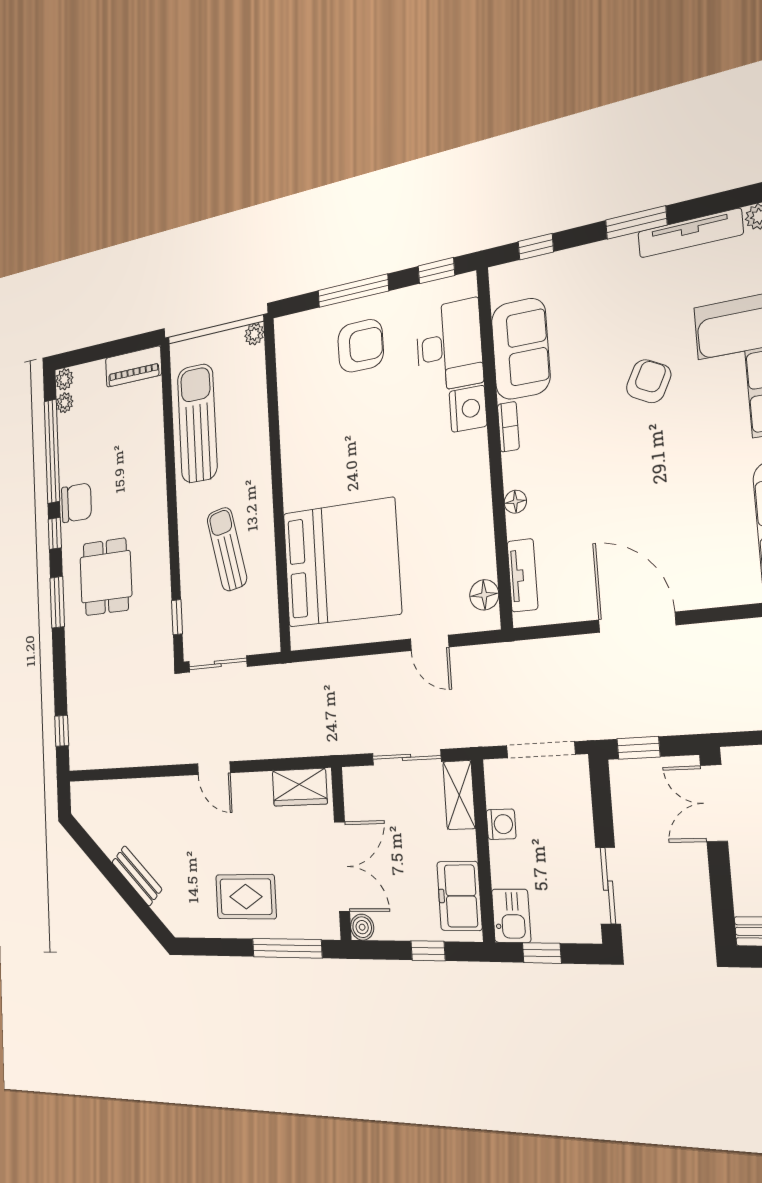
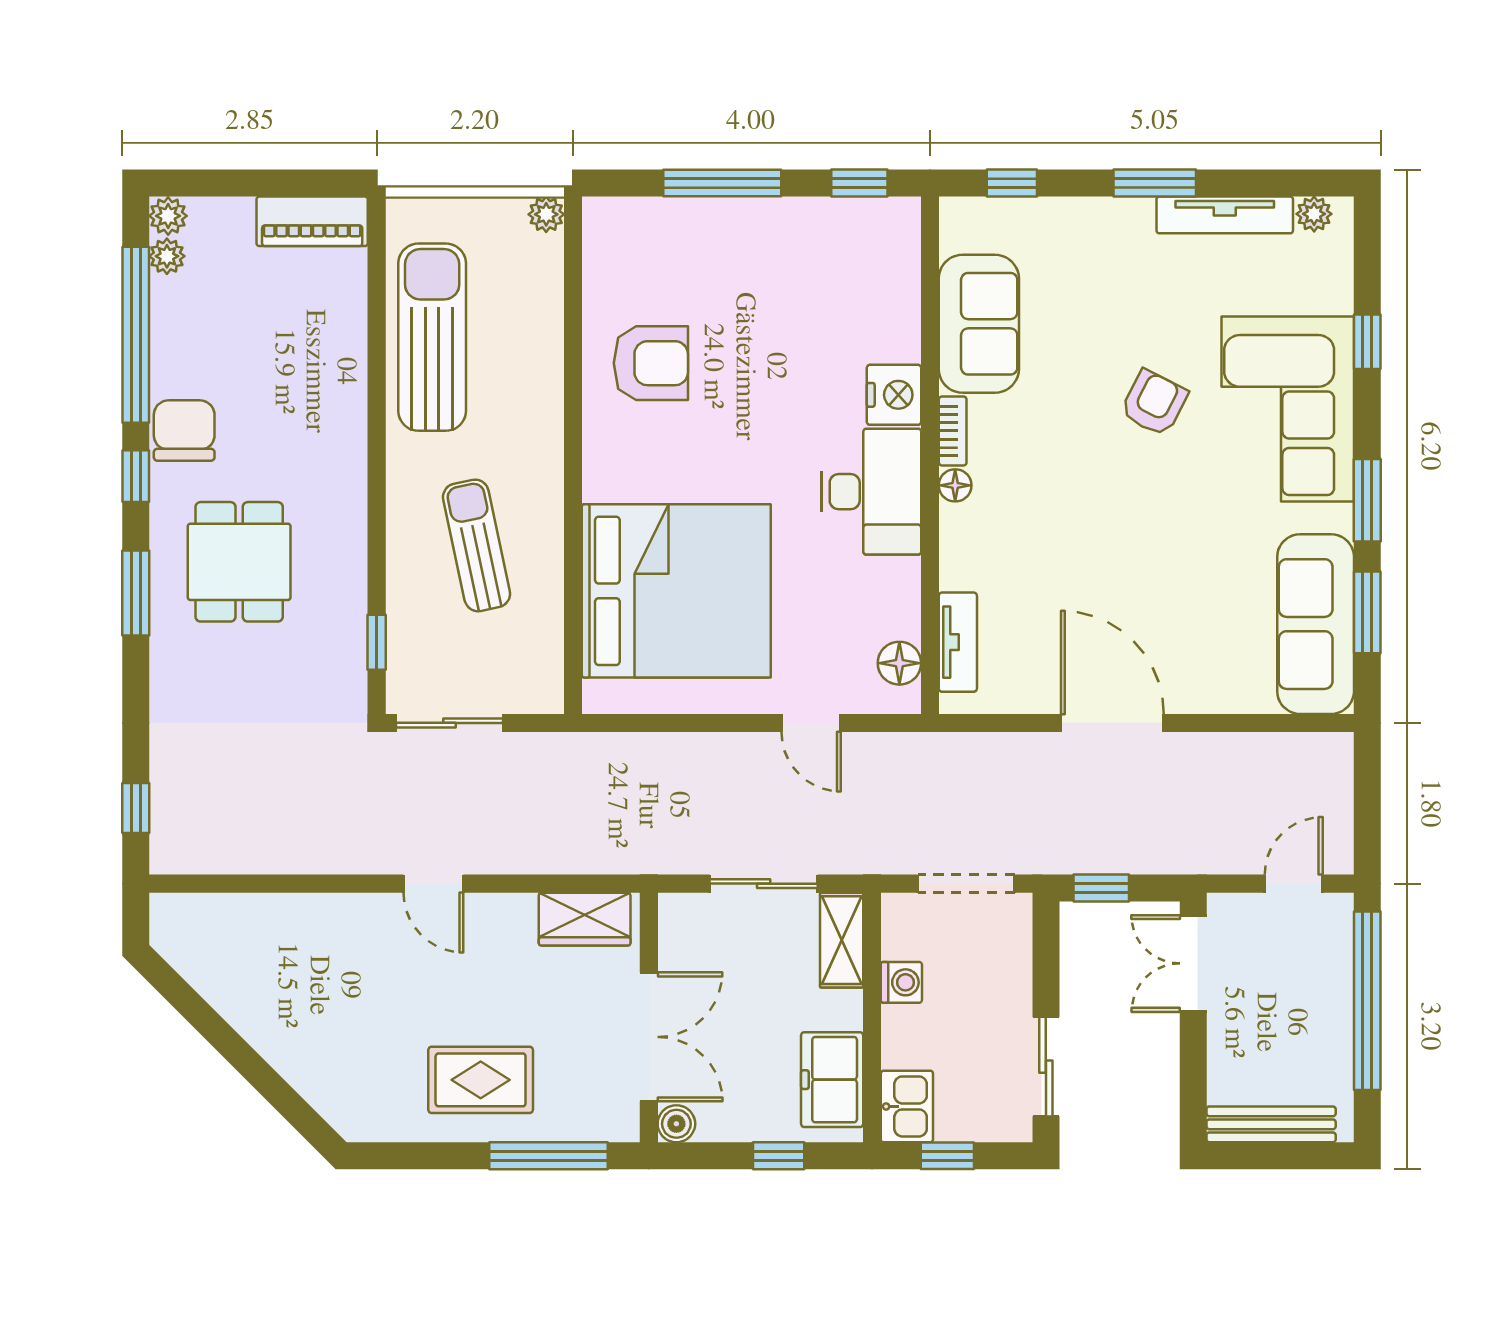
armchair: (361, 346) -> (651, 363), moved
desk: (449, 346) -> (871, 492), moved
floor lamp: (515, 502) -> (955, 485), moved
chair: (76, 503) -> (184, 431), turned -90
bench: (137, 876) -> (278, 1047), removed

